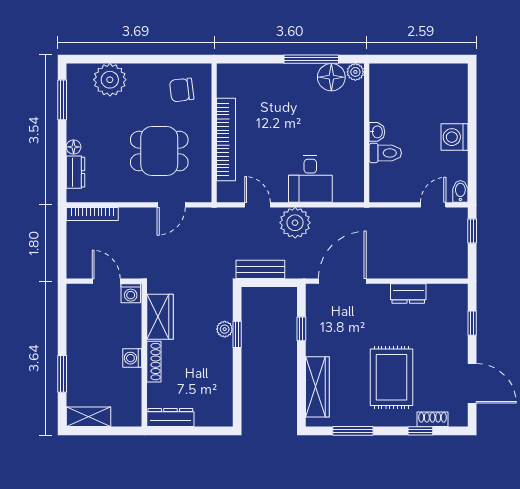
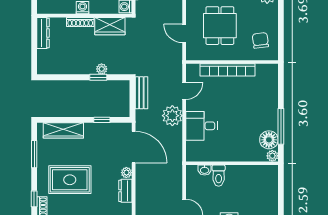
washbasin: (377, 132) -> (205, 170), moved
plant: (381, 292) -> (126, 173), added

